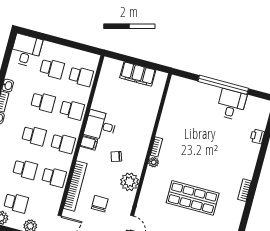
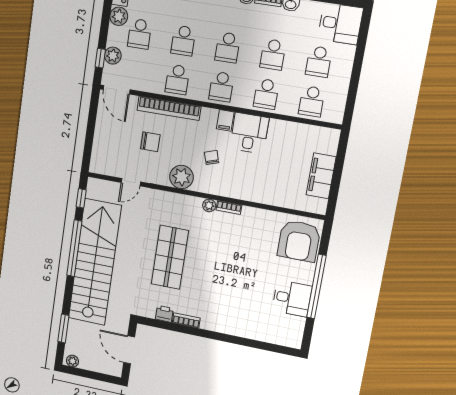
armchair: (187, 95) -> (299, 241), added
printer: (257, 136) -> (164, 314), moved

